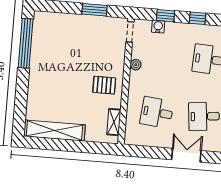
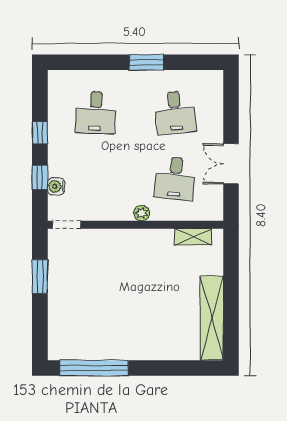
plant: (136, 65) -> (142, 213), moved
pallet: (104, 85) -> (143, 254), removed
double door: (186, 155) -> (231, 164), moved

